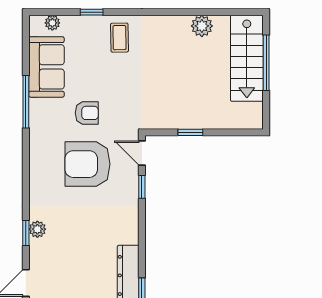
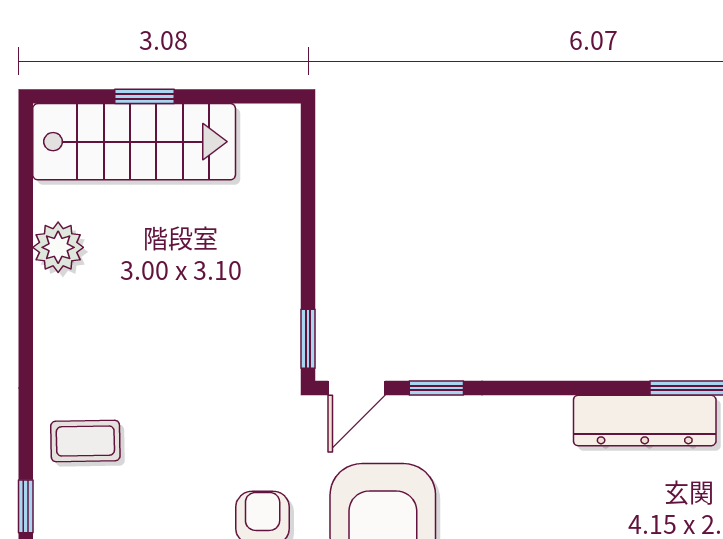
window: (266, 63) -> (144, 96), width x0.46
window: (190, 132) -> (308, 339), moved

